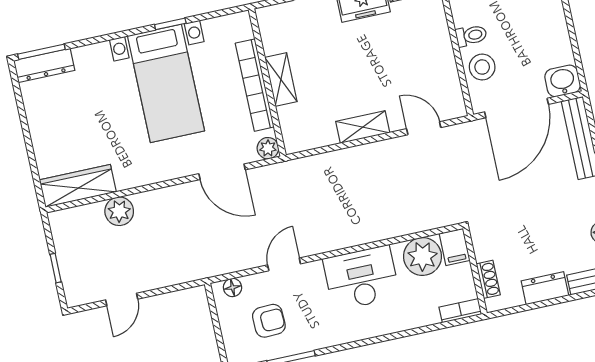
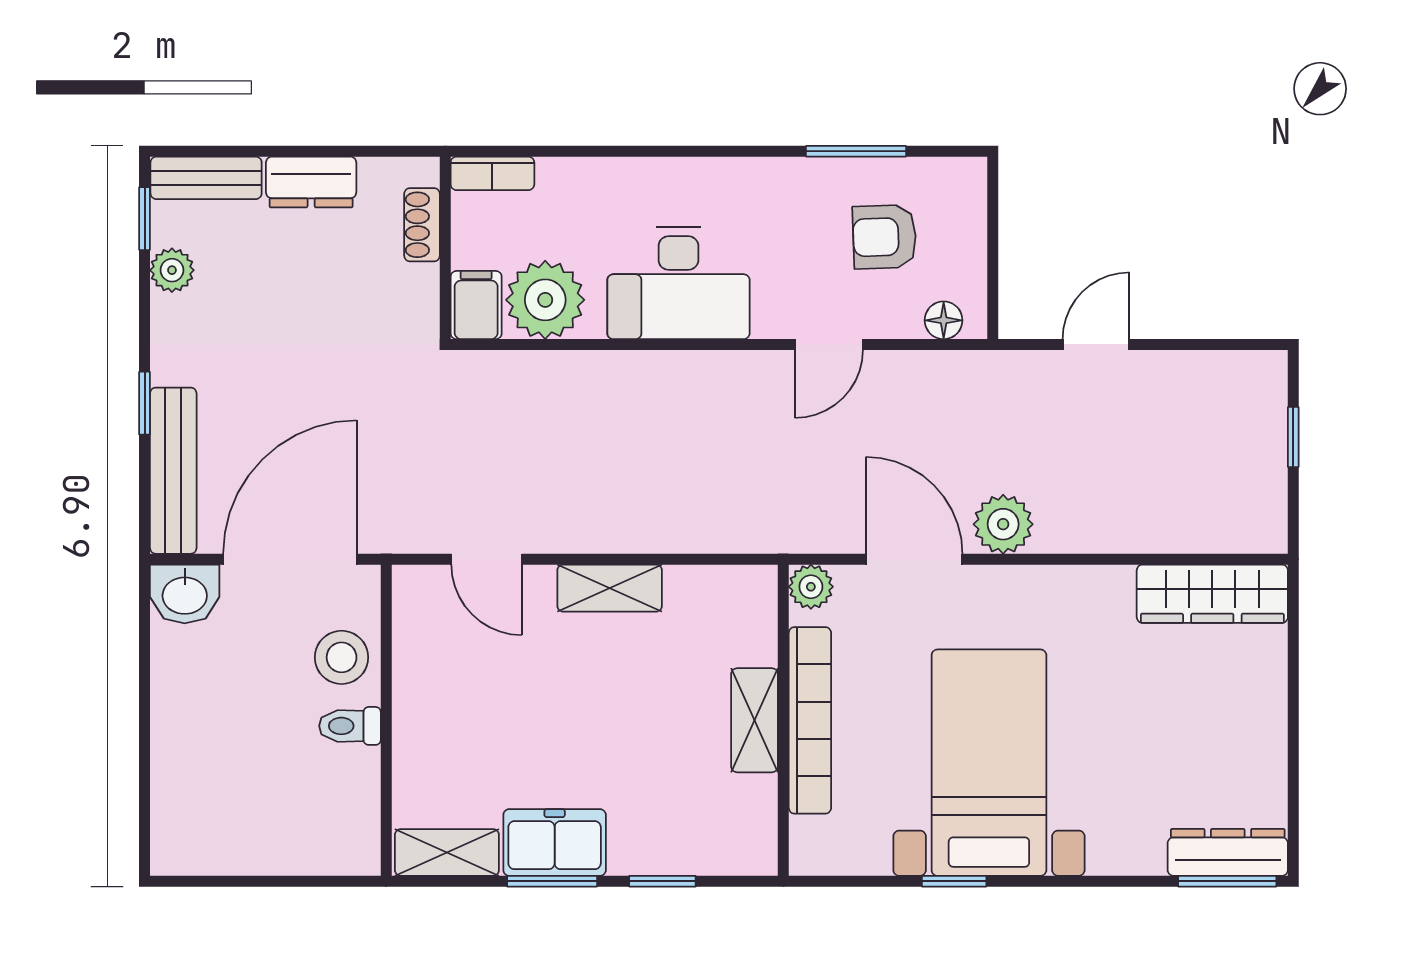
plant: (119, 211) -> (1003, 524), moved
door: (122, 299) -> (1096, 344), moved

